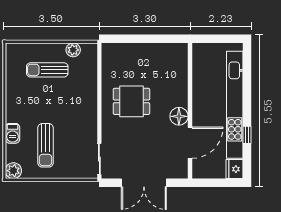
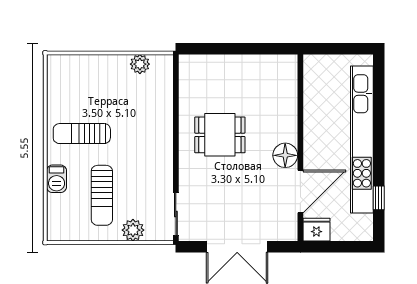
sun lounger: (47, 70) -> (82, 134), moved
window: (247, 135) -> (379, 198), moved
fridge: (235, 169) -> (316, 230), moved, turned 90
plant: (13, 171) -> (133, 230), moved

